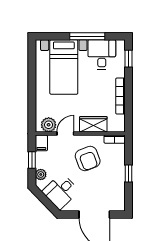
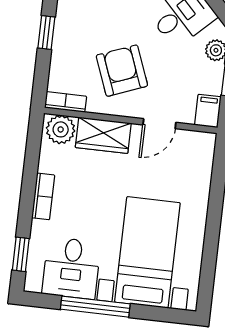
bookcase: (120, 96) -> (43, 196), width x0.64
plant: (49, 125) -> (61, 129), moved

